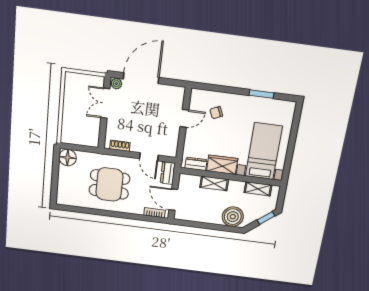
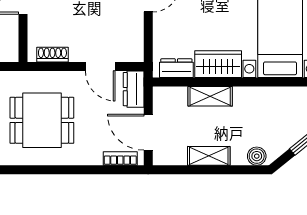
shelving: (258, 189) -> (209, 156), moved
boiler: (233, 217) -> (257, 156), width x0.54, depth x0.54

